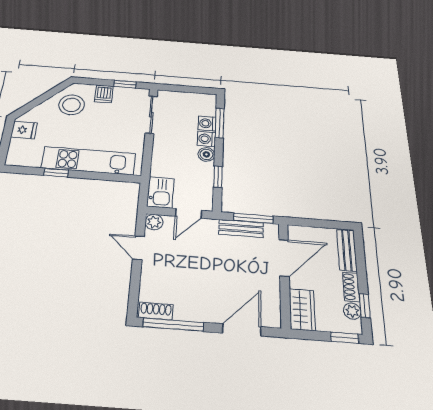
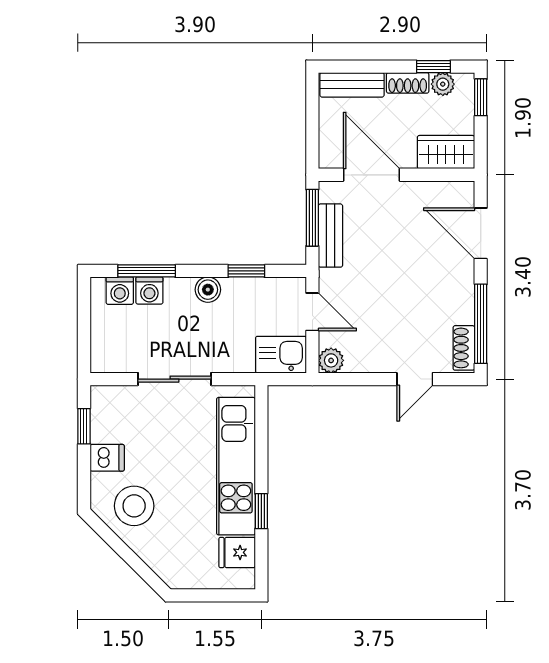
sliding door: (151, 115) -> (175, 379), moved
fridge: (24, 130) -> (237, 552), moved, turned -90
washing machine: (206, 139) -> (120, 291), moved
door: (138, 248) -> (415, 379), moved

